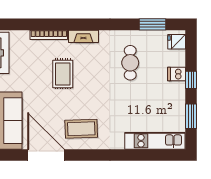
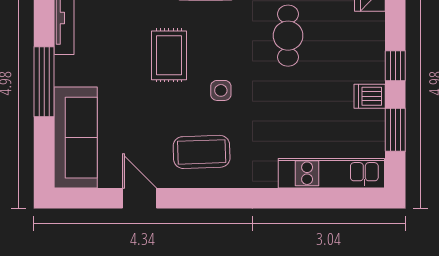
dishwasher: (176, 74) -> (370, 96), moved
side table: (92, 94) -> (221, 90), added
door: (46, 155) -> (140, 198), width x0.53

